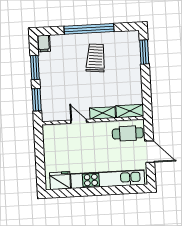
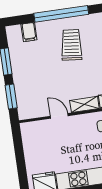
filing cabinet: (44, 43) -> (29, 32), moved

